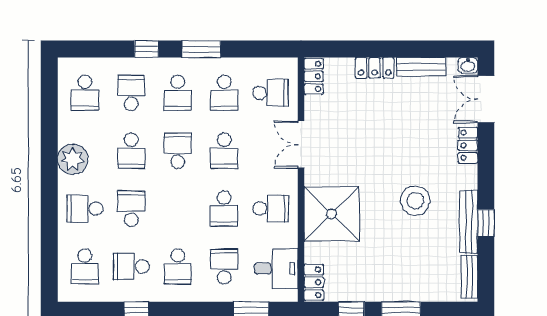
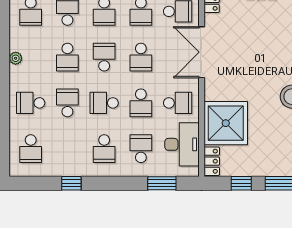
double door: (301, 144) -> (202, 52), width x1.37
plant: (73, 159) -> (16, 58), width x0.53, depth x0.53
shower: (331, 214) -> (226, 123), moved
school desk: (131, 267) -> (104, 103), moved
desk: (276, 268) -> (182, 144), width x1.37

